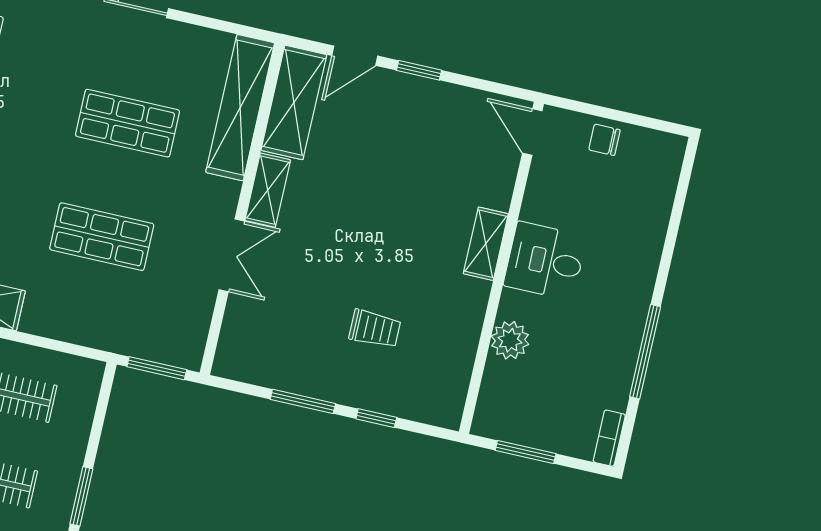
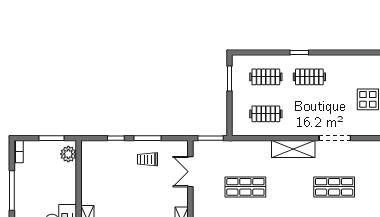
double door: (232, 255) -> (190, 172), moved
trolley: (375, 329) -> (147, 159), moved
plant: (510, 340) -> (68, 154), moved

